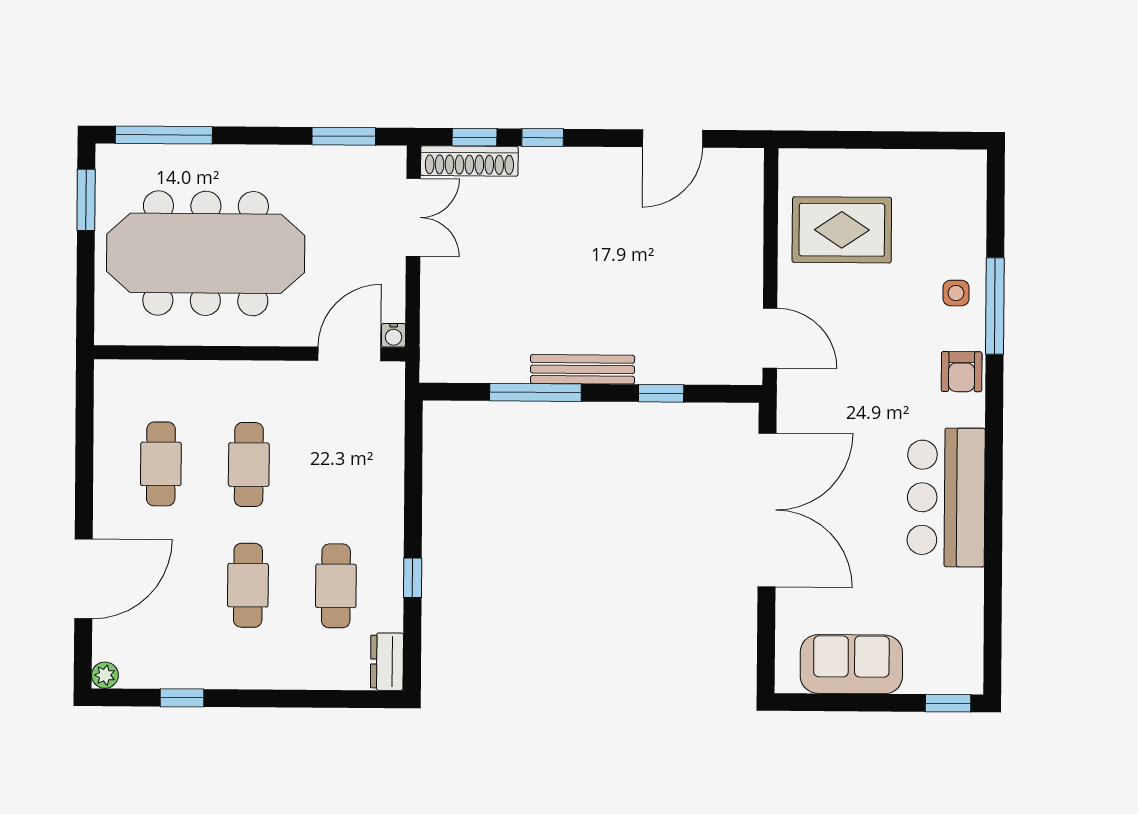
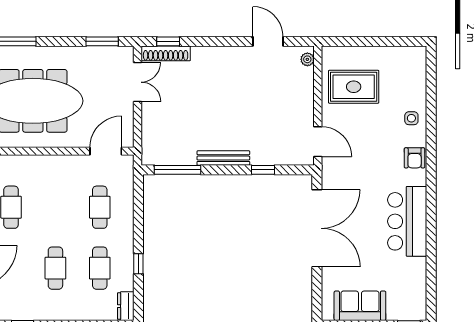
window: (543, 138) -> (202, 41), removed
door: (673, 139) -> (268, 41), swing flipped
plant: (750, 175) -> (307, 59), added
window: (995, 306) -> (431, 125), removed
water cooler: (394, 335) -> (128, 142), removed
window: (535, 392) -> (178, 170), moved
cafe table: (249, 465) -> (100, 207), moved

